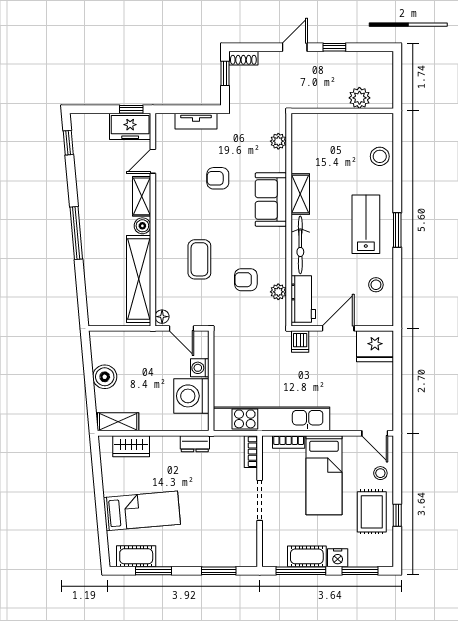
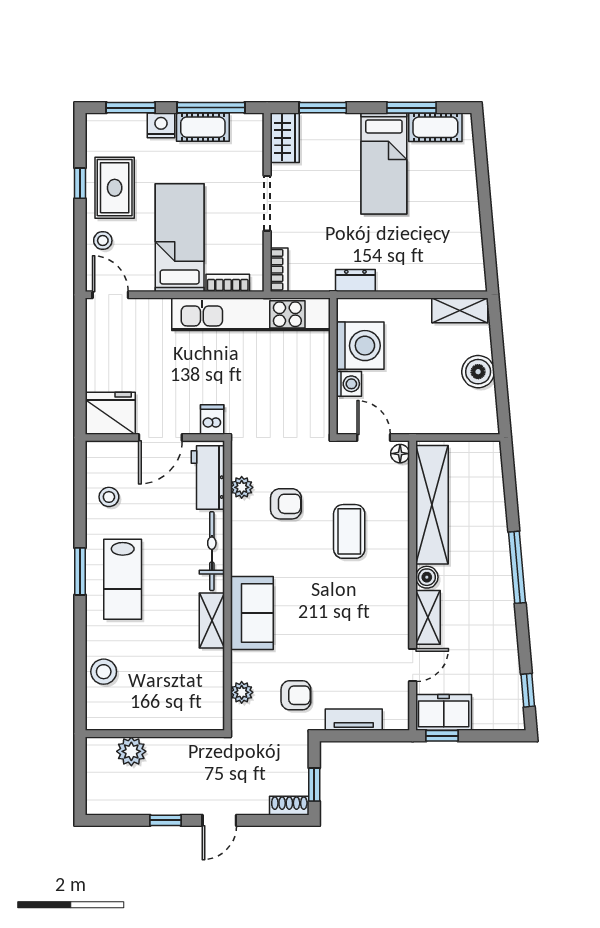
armchair: (218, 178) -> (296, 695), moved
wardrobe: (131, 446) -> (285, 138), moved, turned 90
bed: (142, 511) -> (384, 163), moved, turned -85

